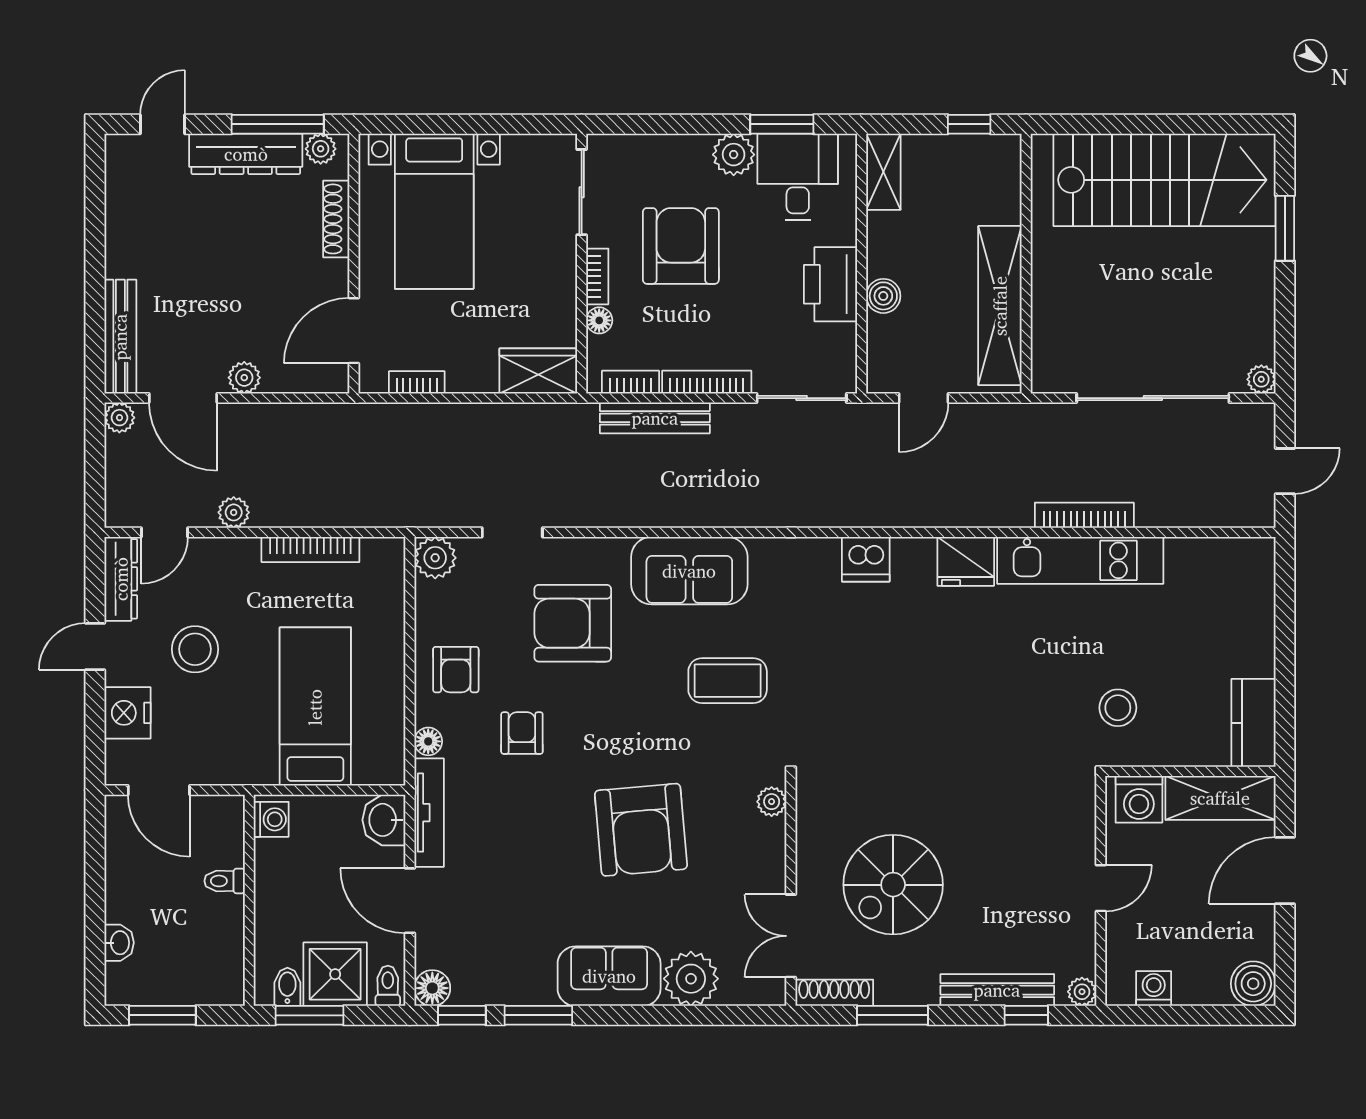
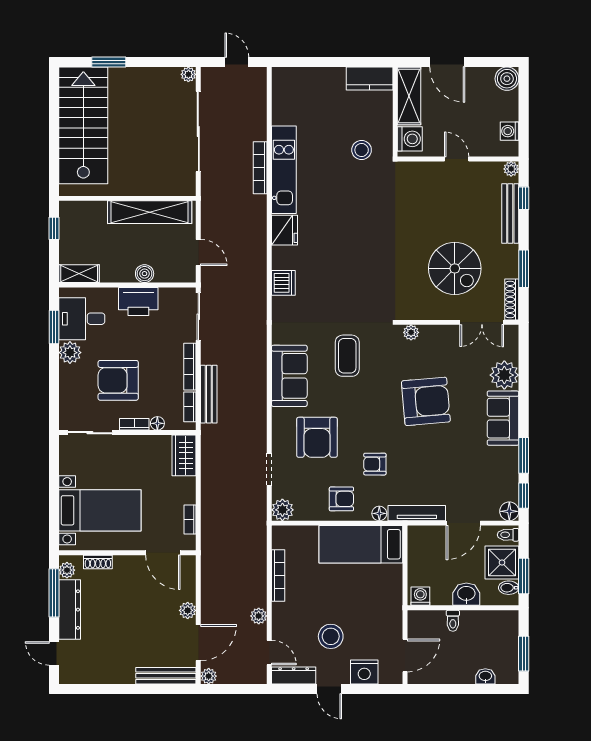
shoe rack: (336, 219) -> (98, 562), width x0.70
bed: (315, 707) -> (361, 544), moved
washbasin: (384, 820) -> (466, 594), moved, turned 180

